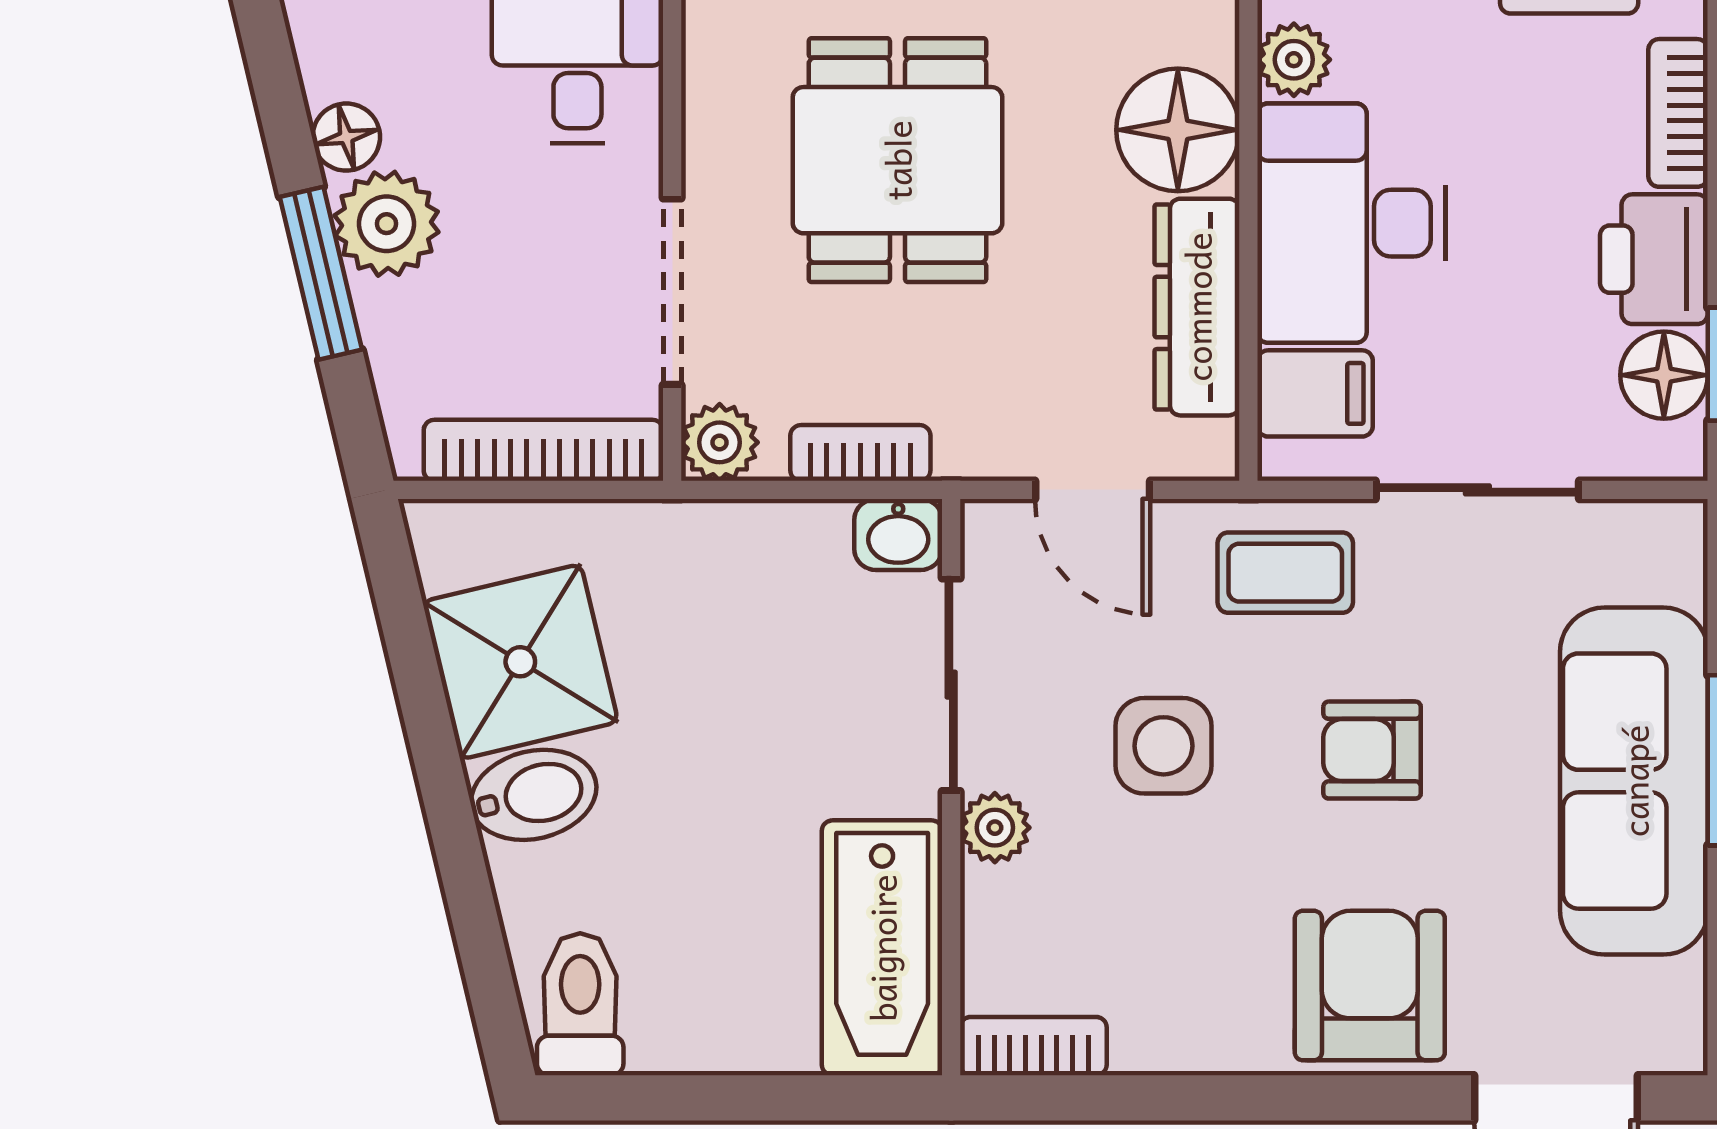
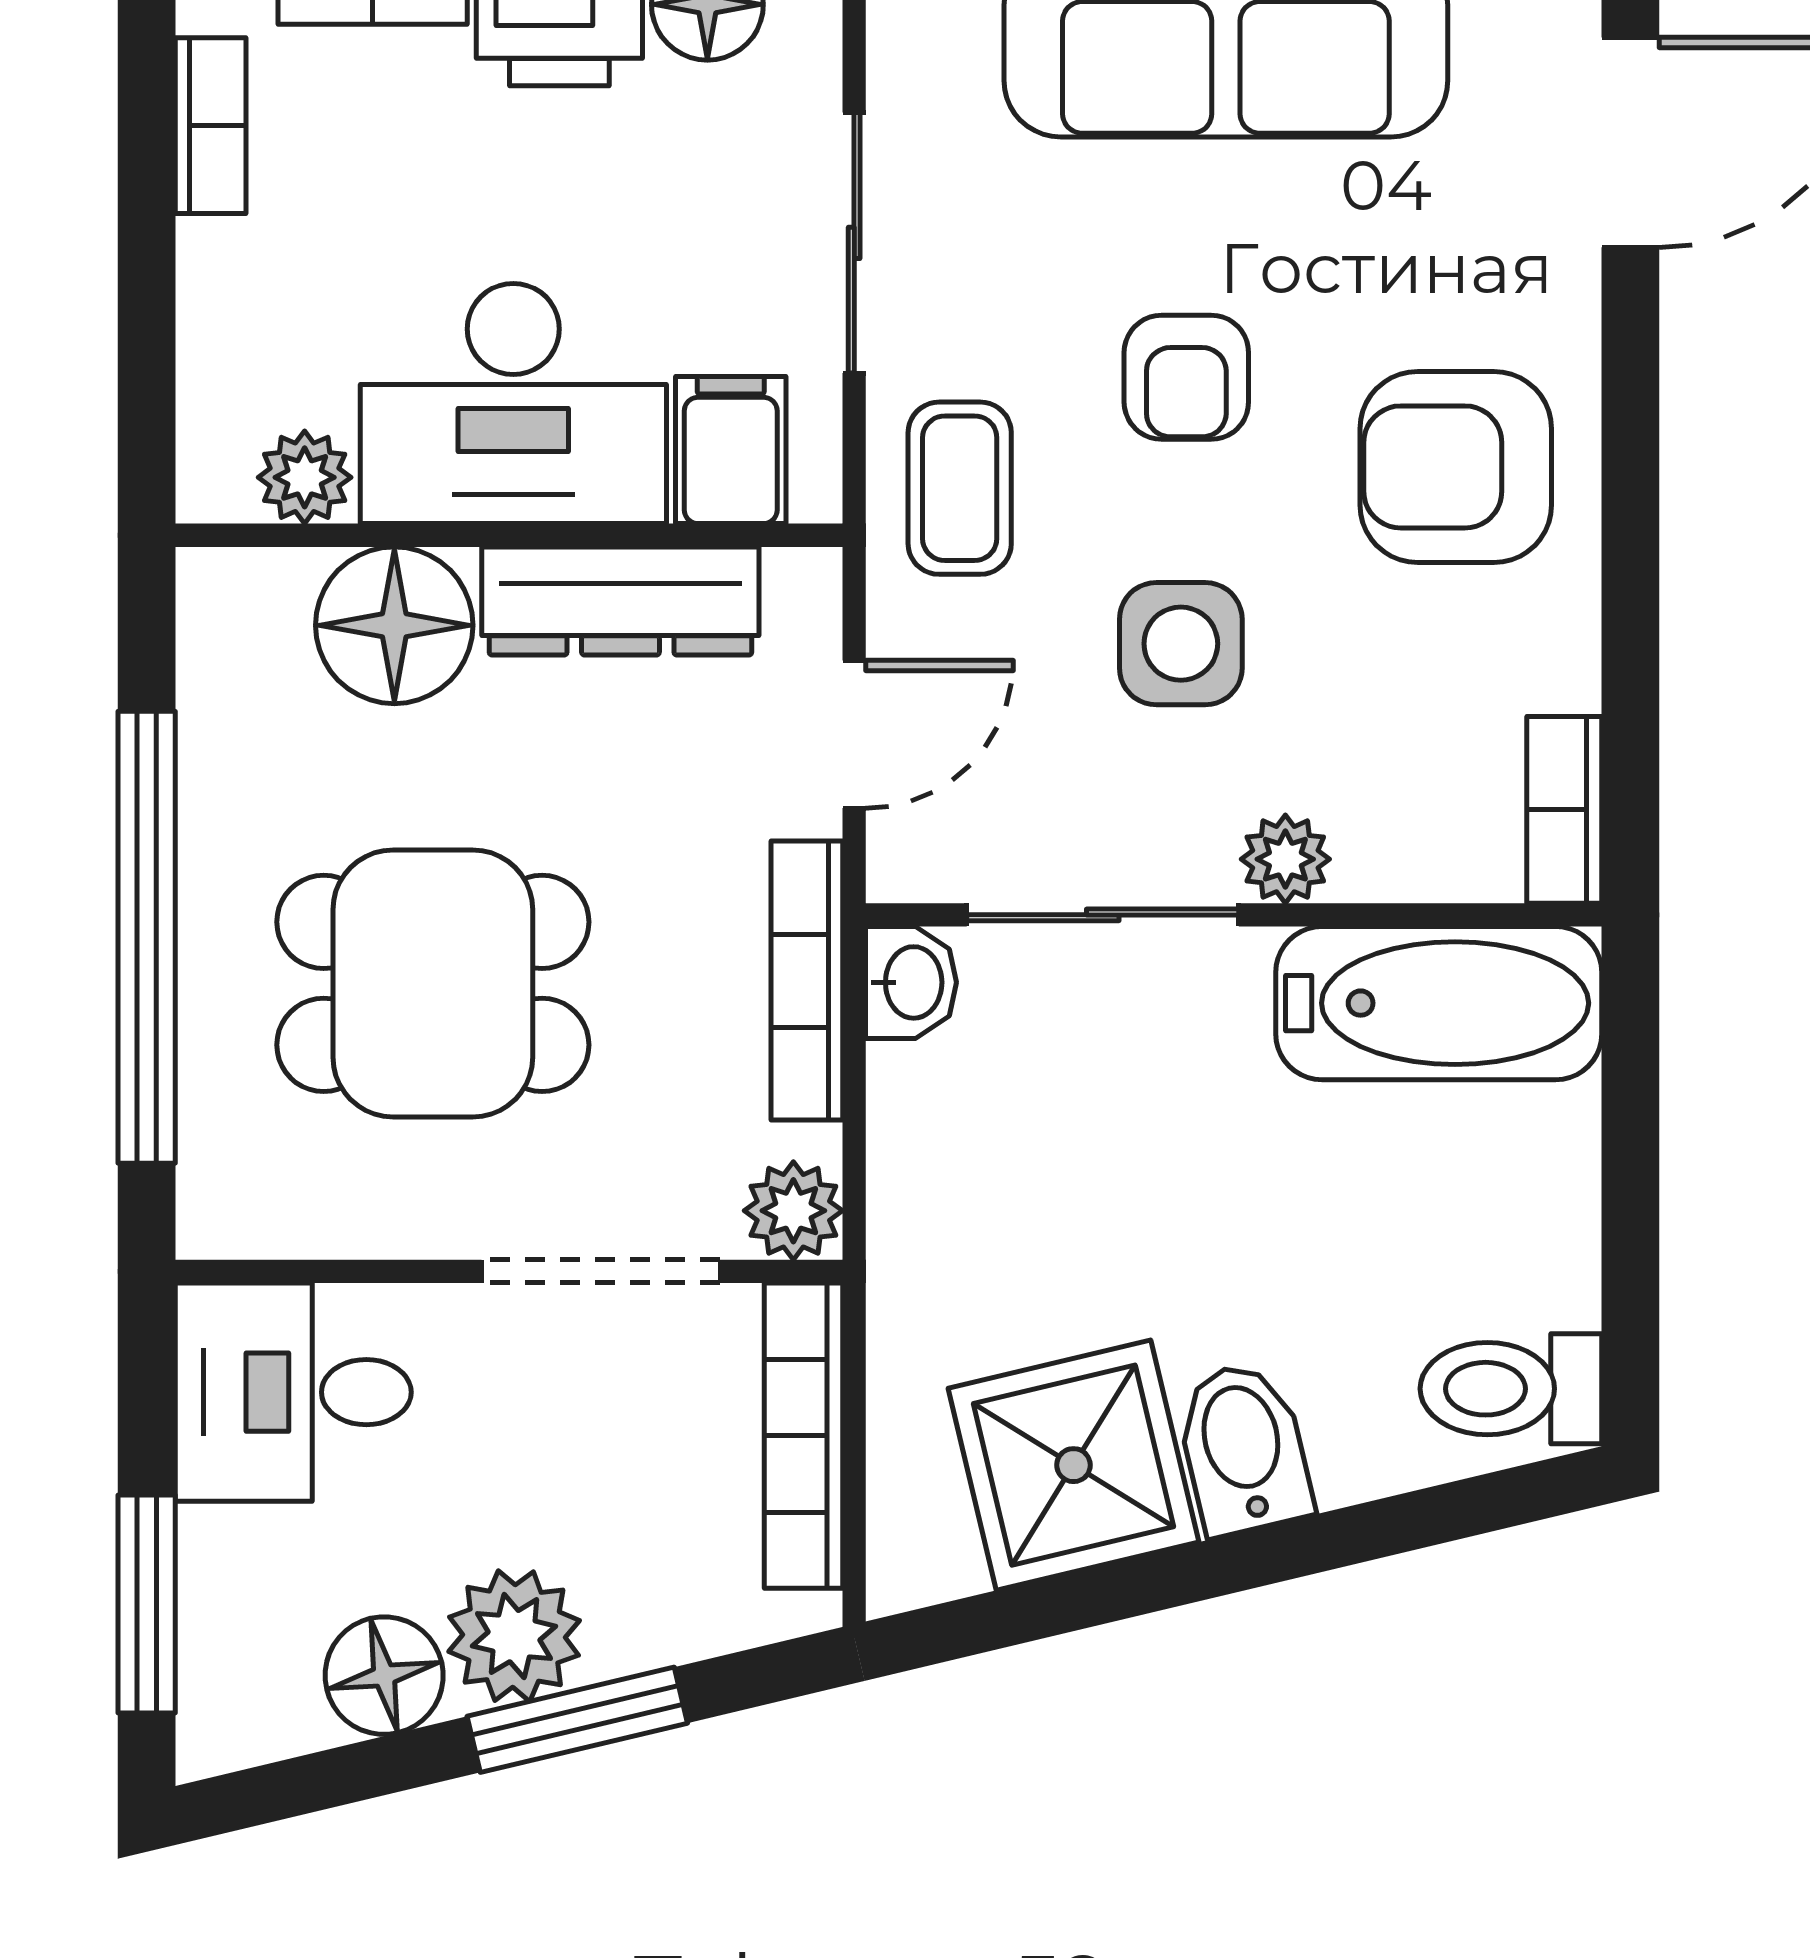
floor lamp: (346, 137) -> (384, 1676), width x1.37, depth x1.37
bookcase: (860, 453) -> (807, 981), width x1.56
armchair: (1370, 986) -> (1456, 467), moved

